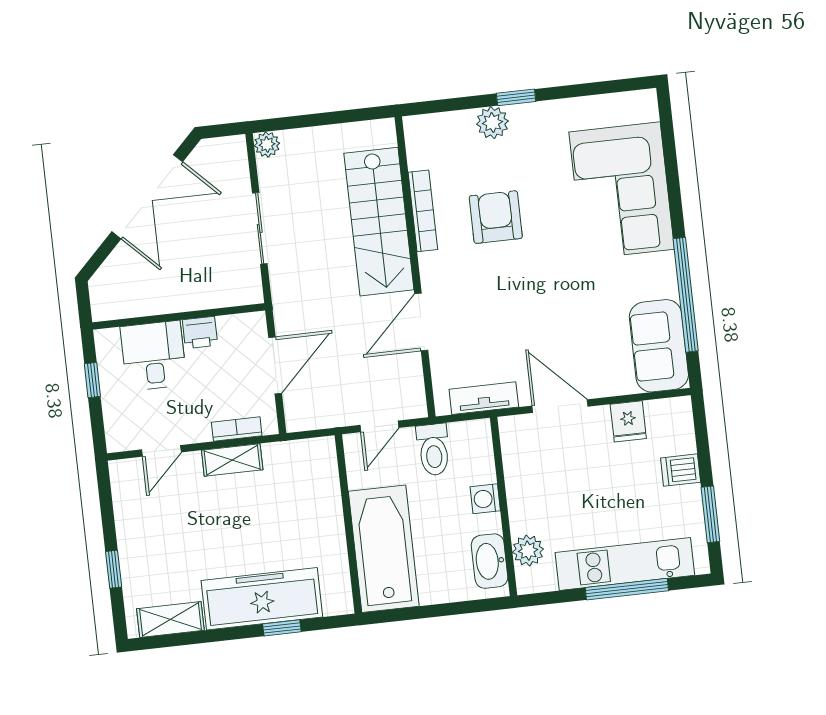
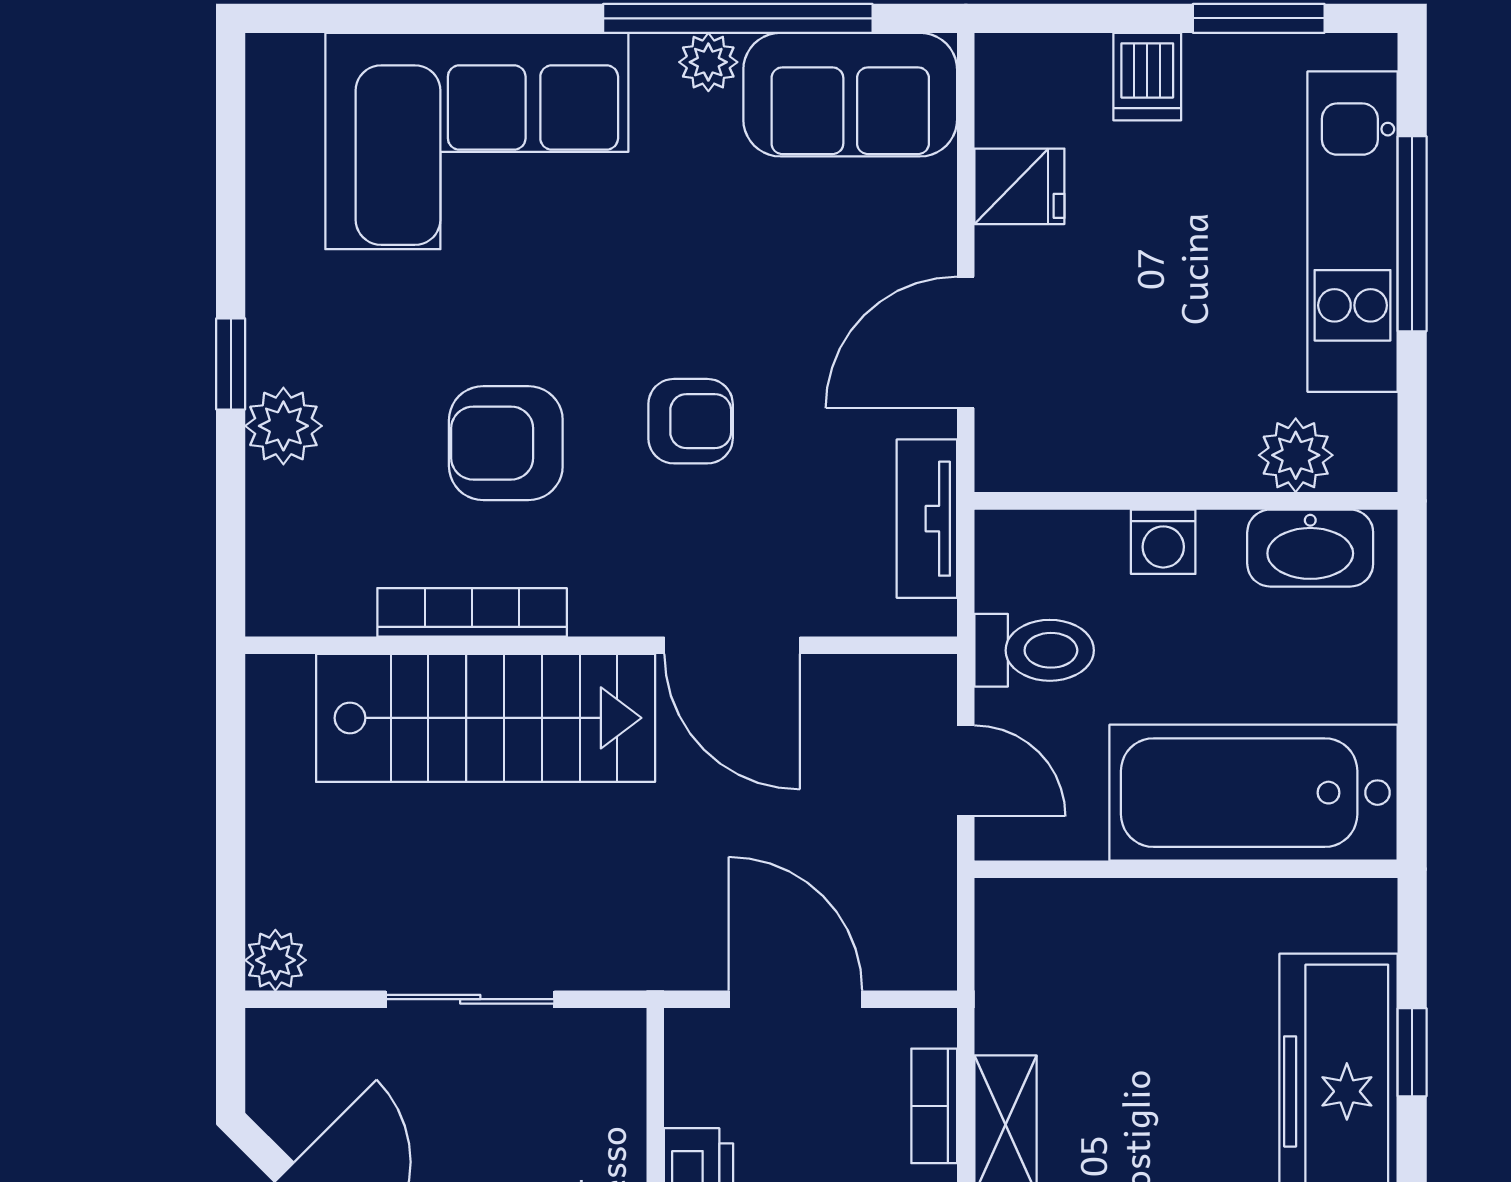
plant: (666, 284) -> (708, 62), added
armchair: (514, 294) -> (691, 421), added

